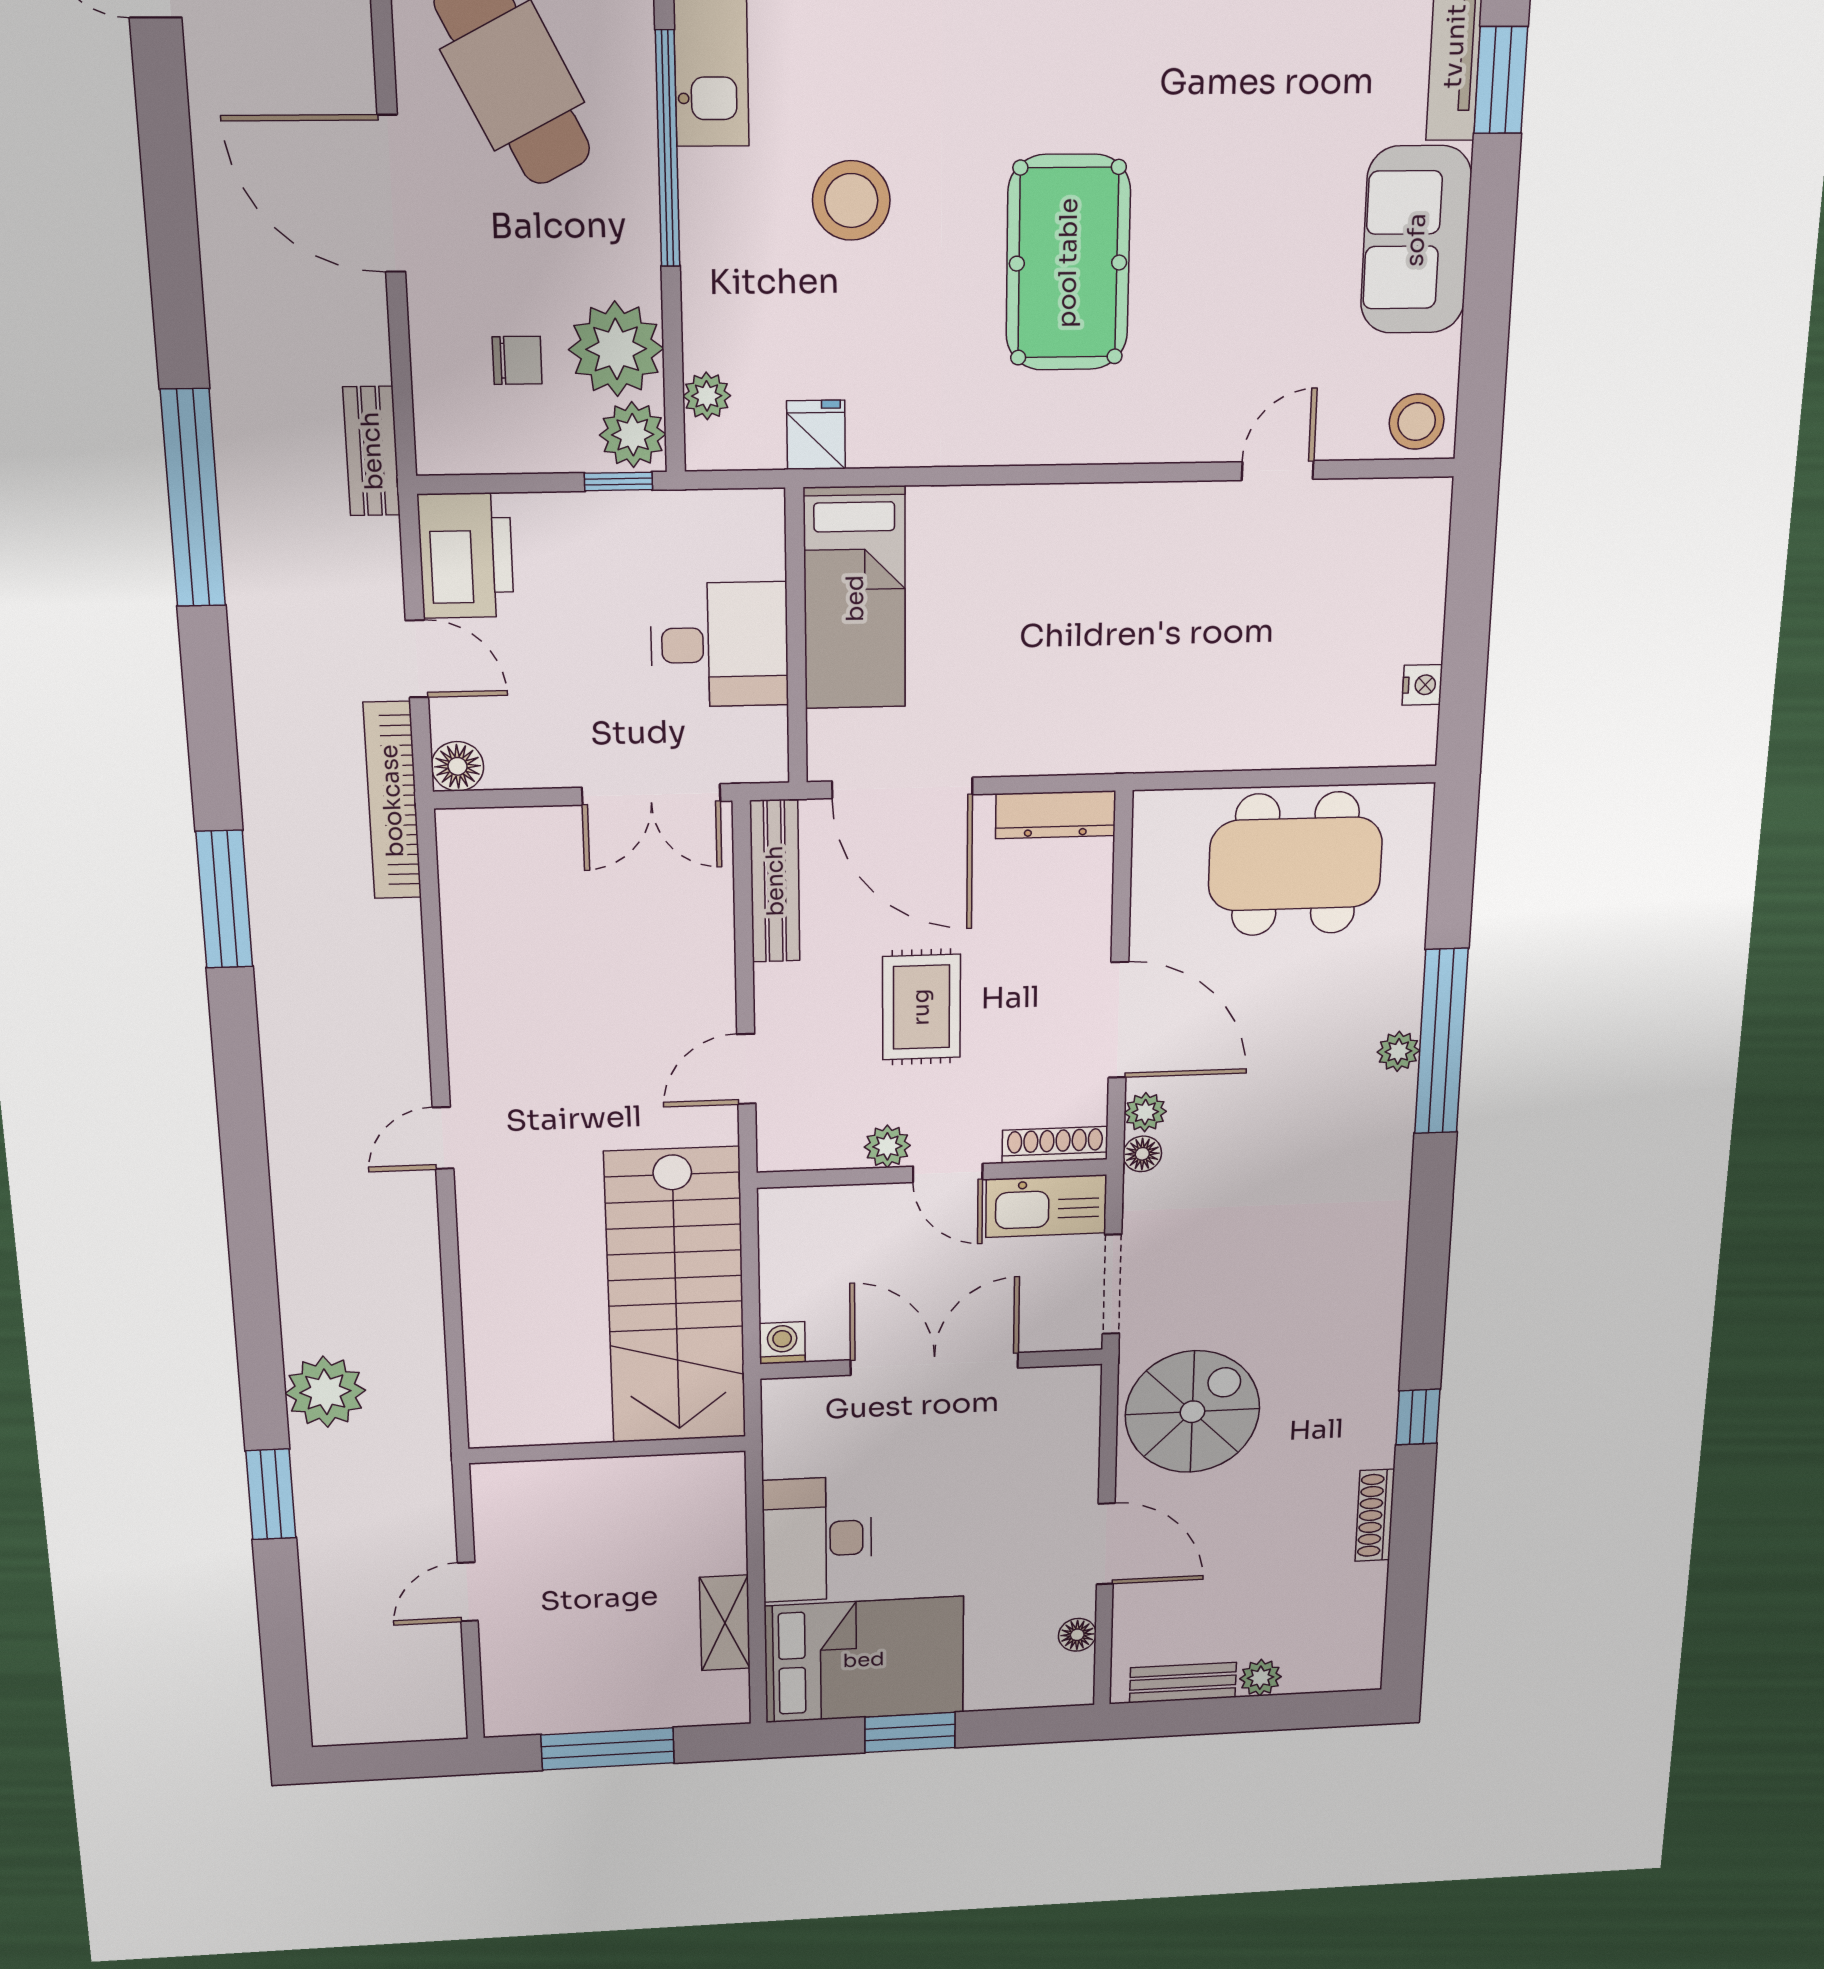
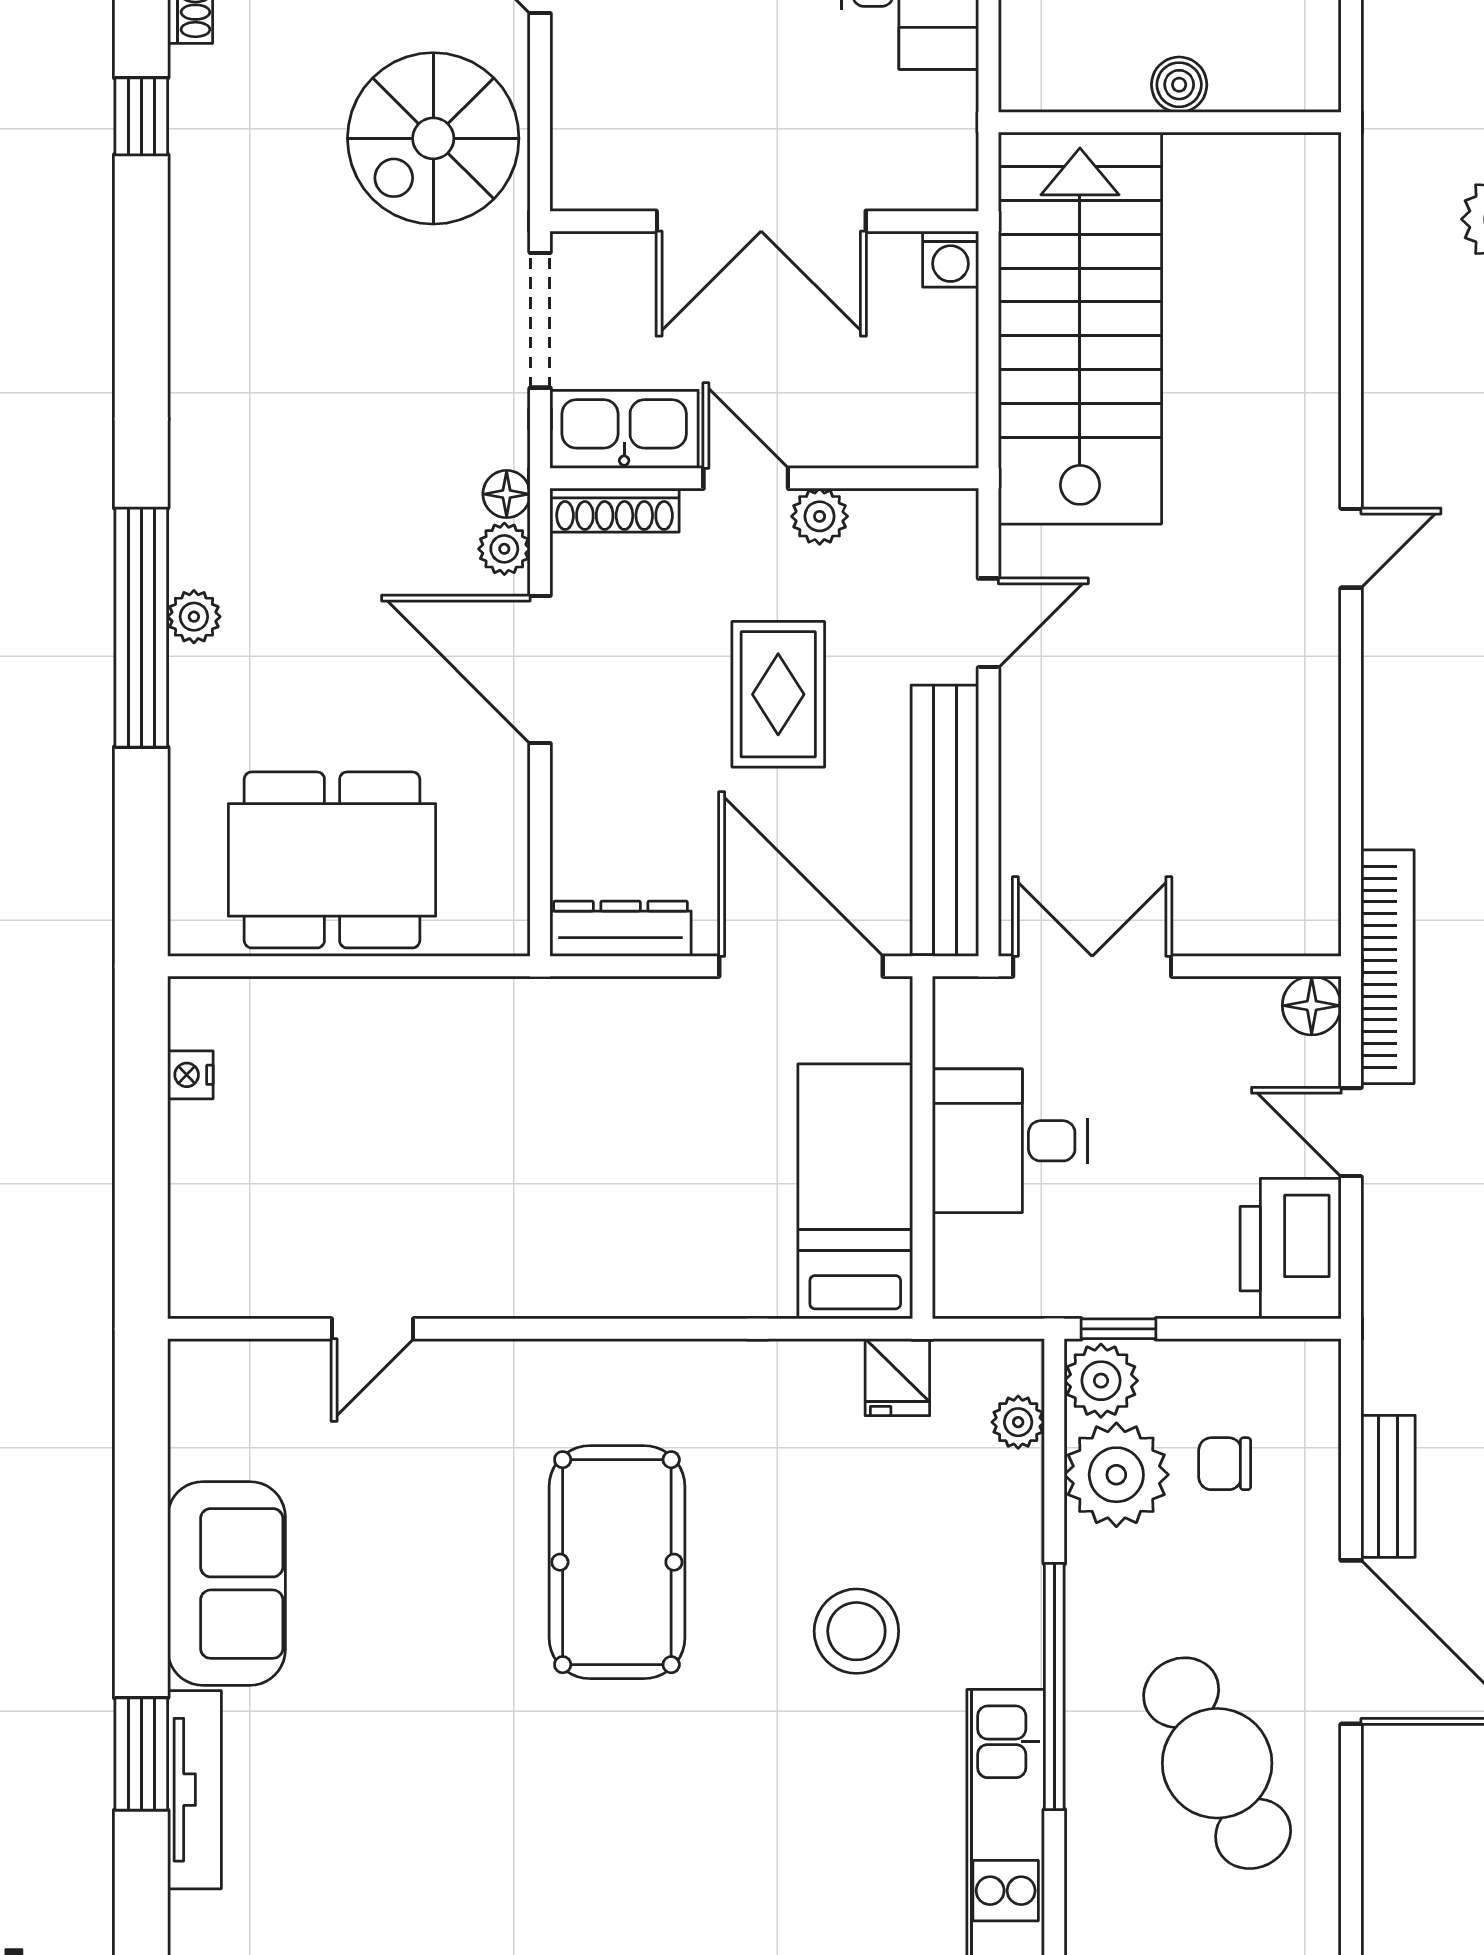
stool: (1417, 422) -> (214, 1382), removed
bench: (372, 451) -> (1388, 1486), moved
bench: (775, 881) -> (945, 821), width x1.37, depth x1.21
boiler: (601, 1477) -> (1179, 85), added

